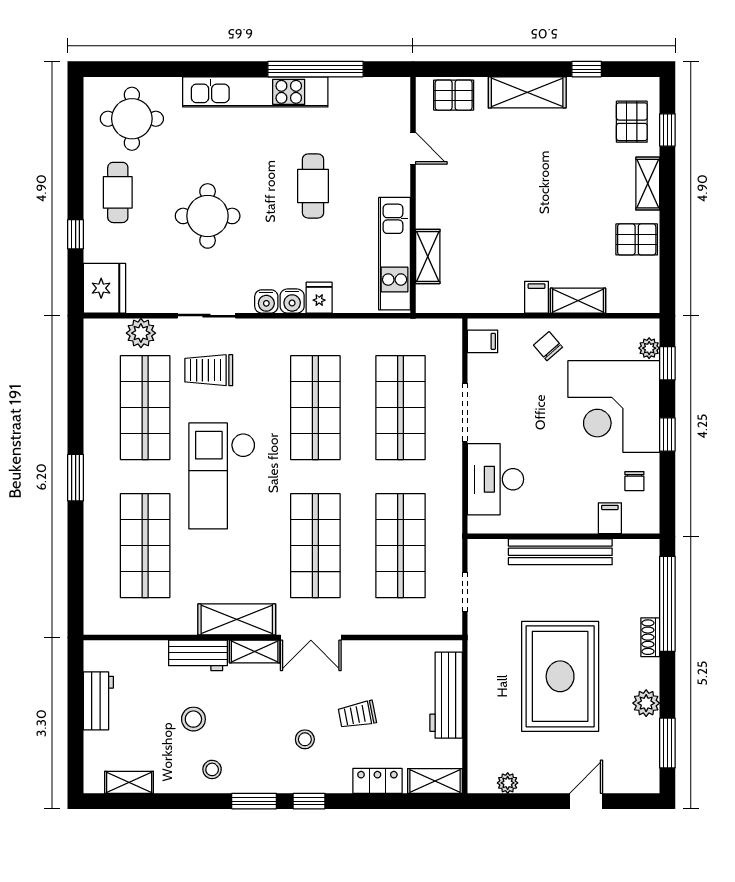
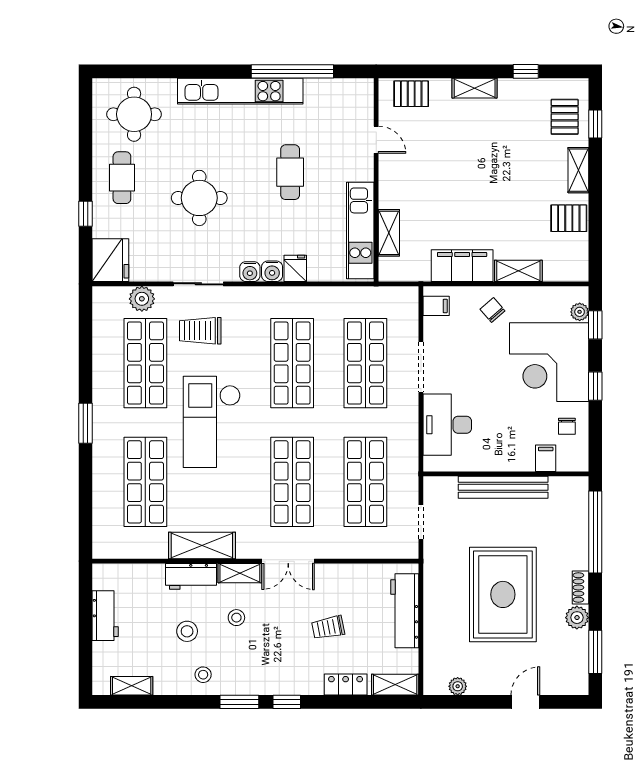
shelving: (527, 92) -> (475, 88), width x0.67, depth x0.75
filing cabinet: (537, 297) -> (462, 266), width x3.00, depth x1.17
shelving: (237, 619) -> (202, 545), moved
shoe rack: (650, 637) -> (580, 587), moved
stool: (305, 739) -> (236, 618), moved

